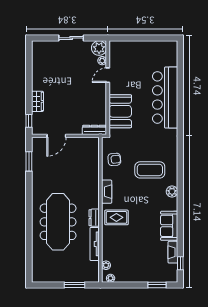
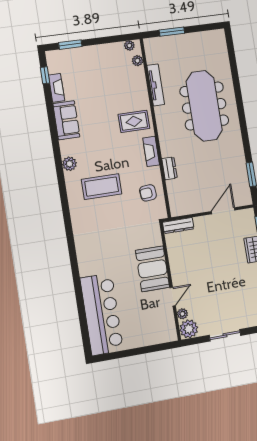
bar counter: (165, 97) -> (102, 314), moved
booth: (120, 111) -> (152, 269), moved
dresser: (94, 218) -> (169, 168), moved

